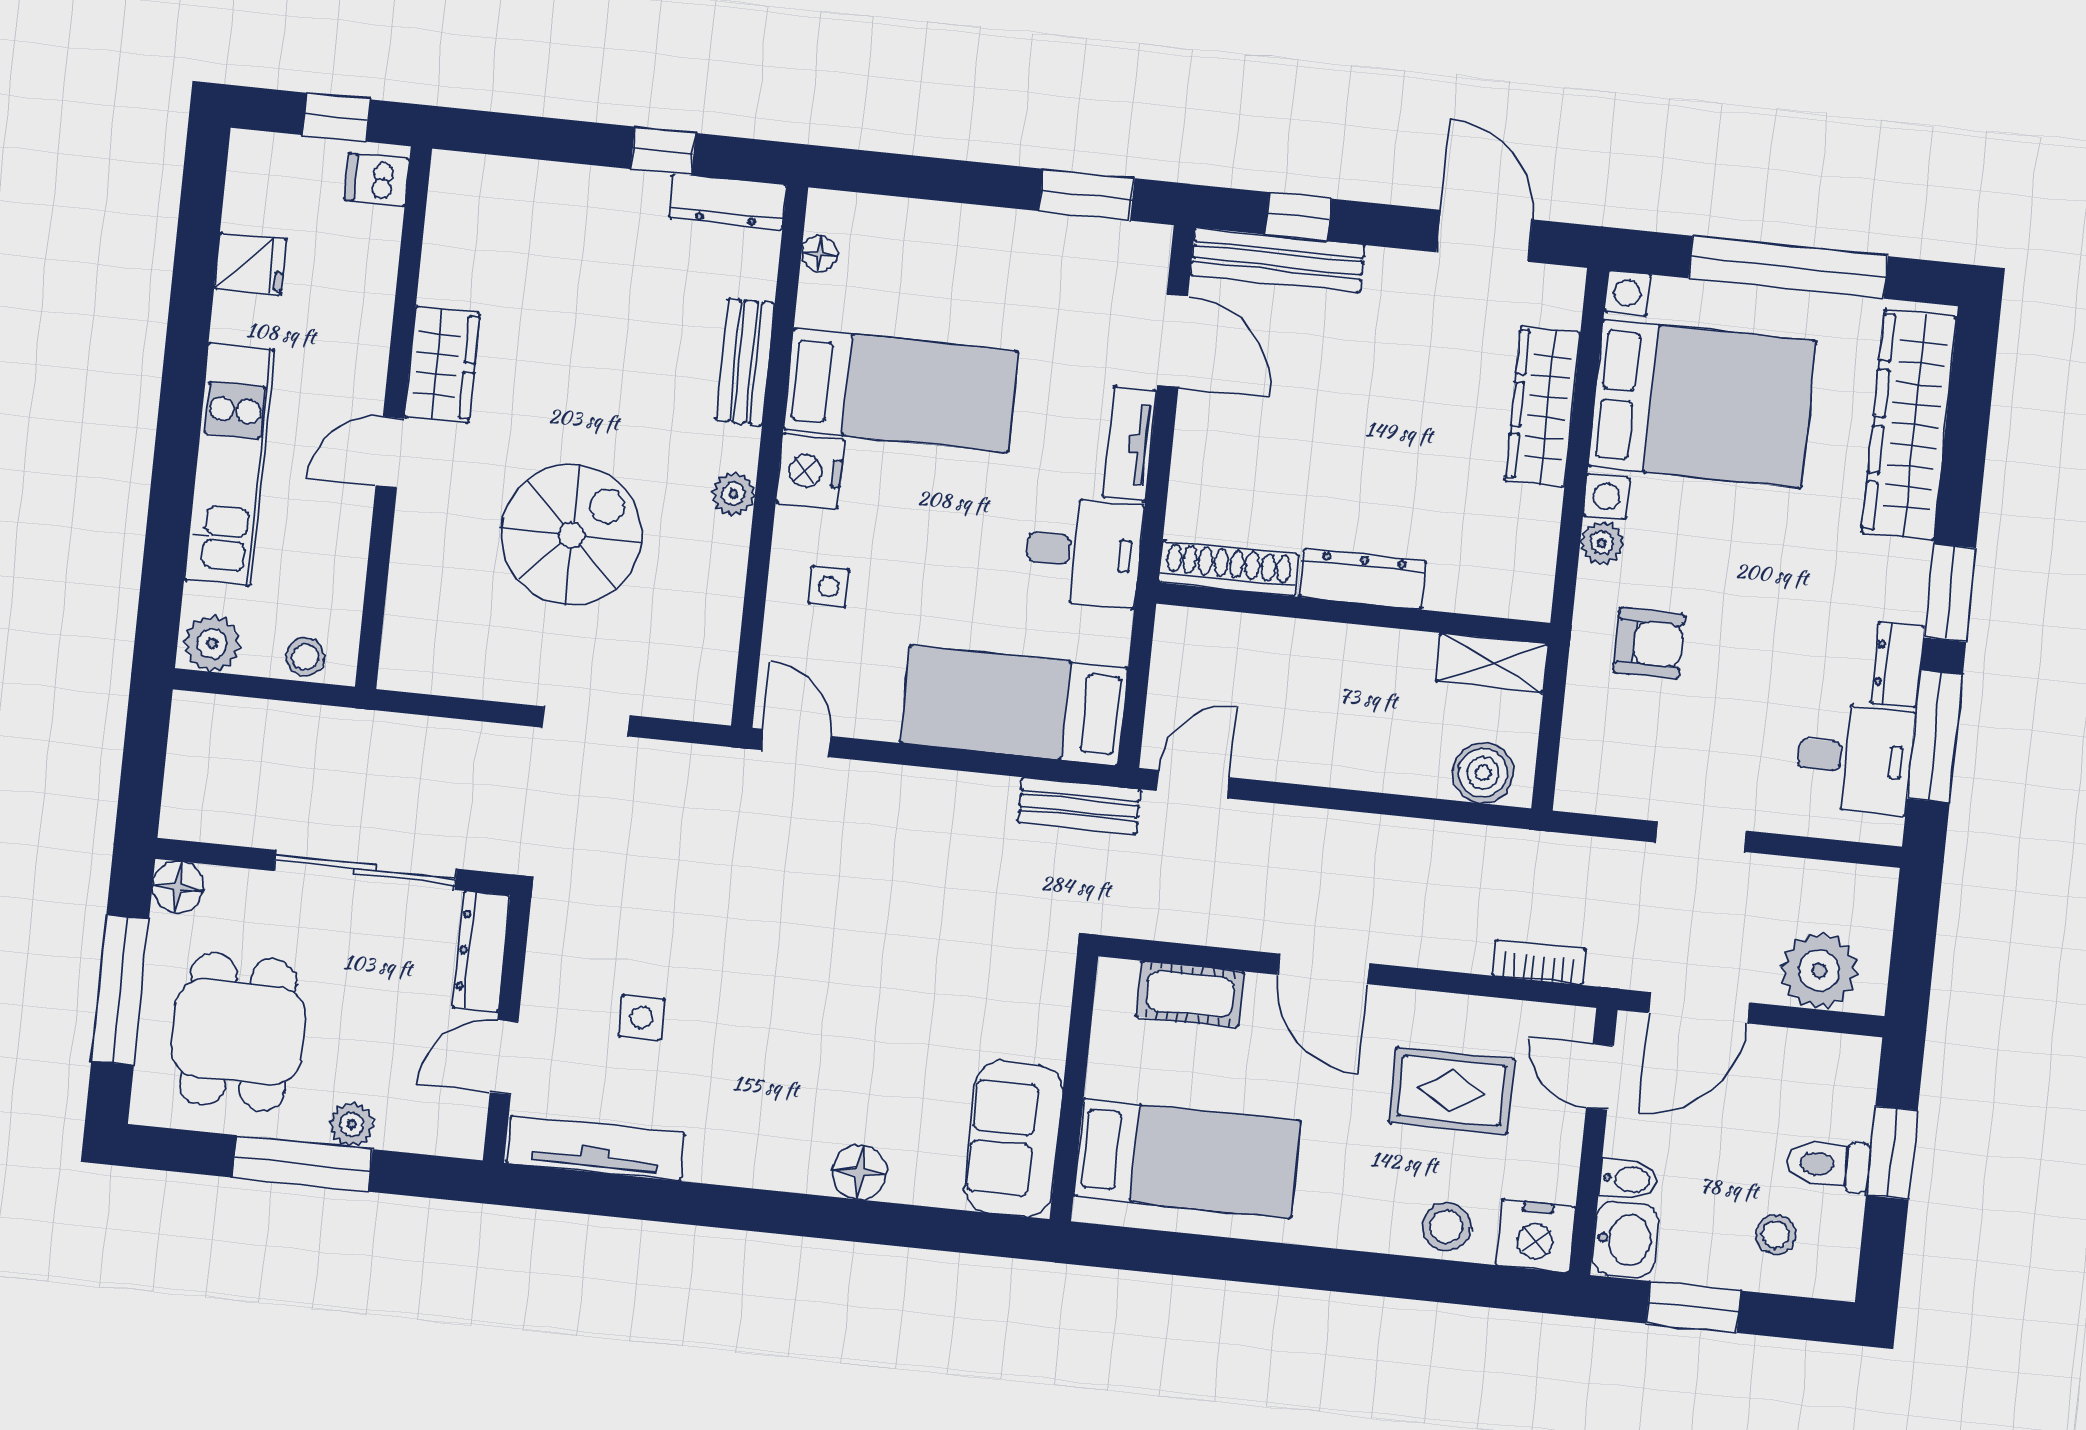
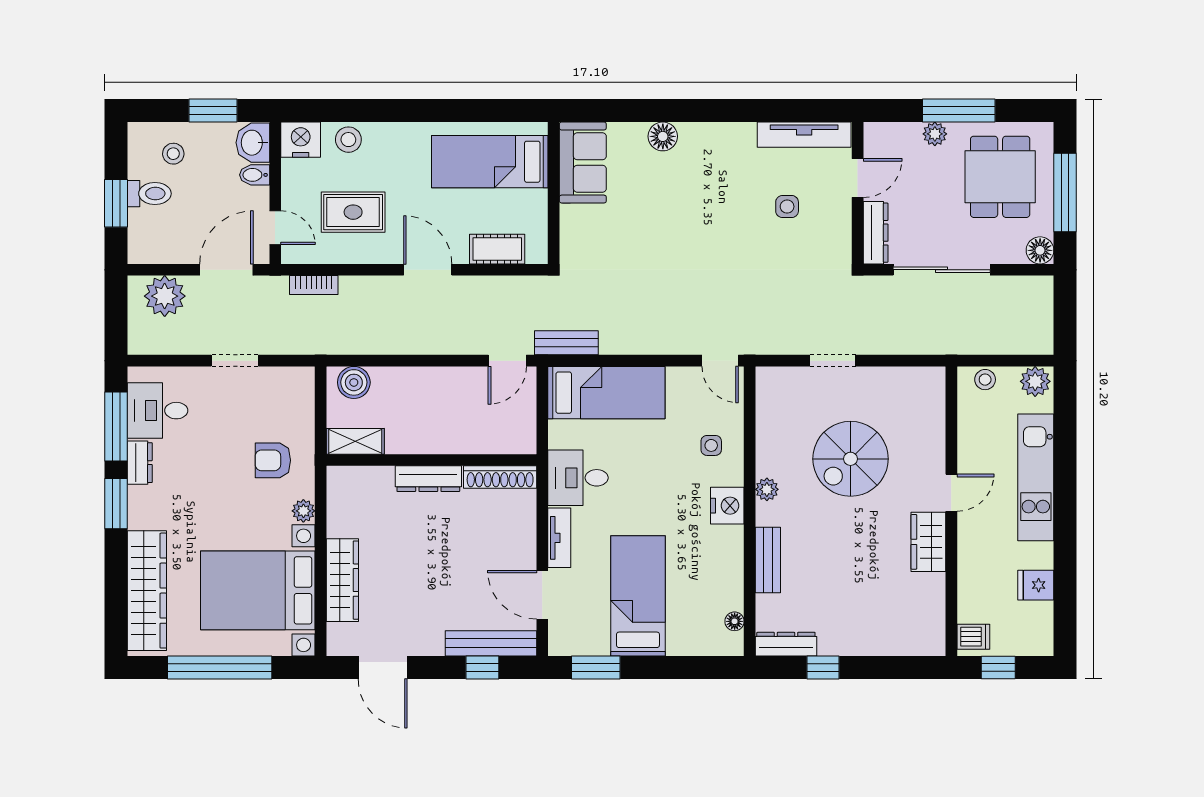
bed: (901, 390) -> (638, 596), moved, turned 90

